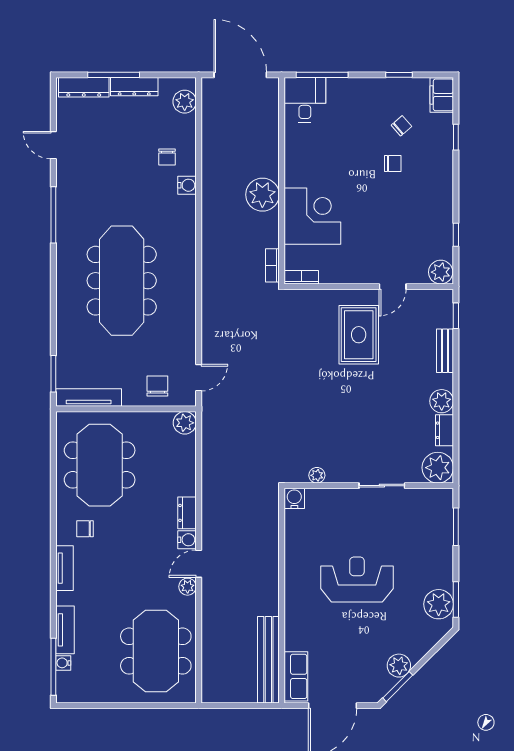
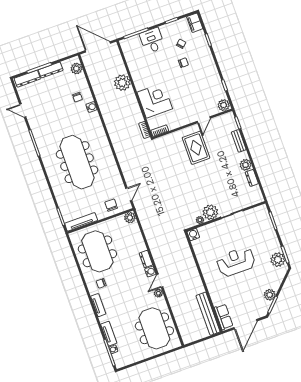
desk: (305, 100) -> (152, 41), moved
plant: (262, 195) -> (122, 83), moved
plant: (438, 468) -> (210, 212), moved

